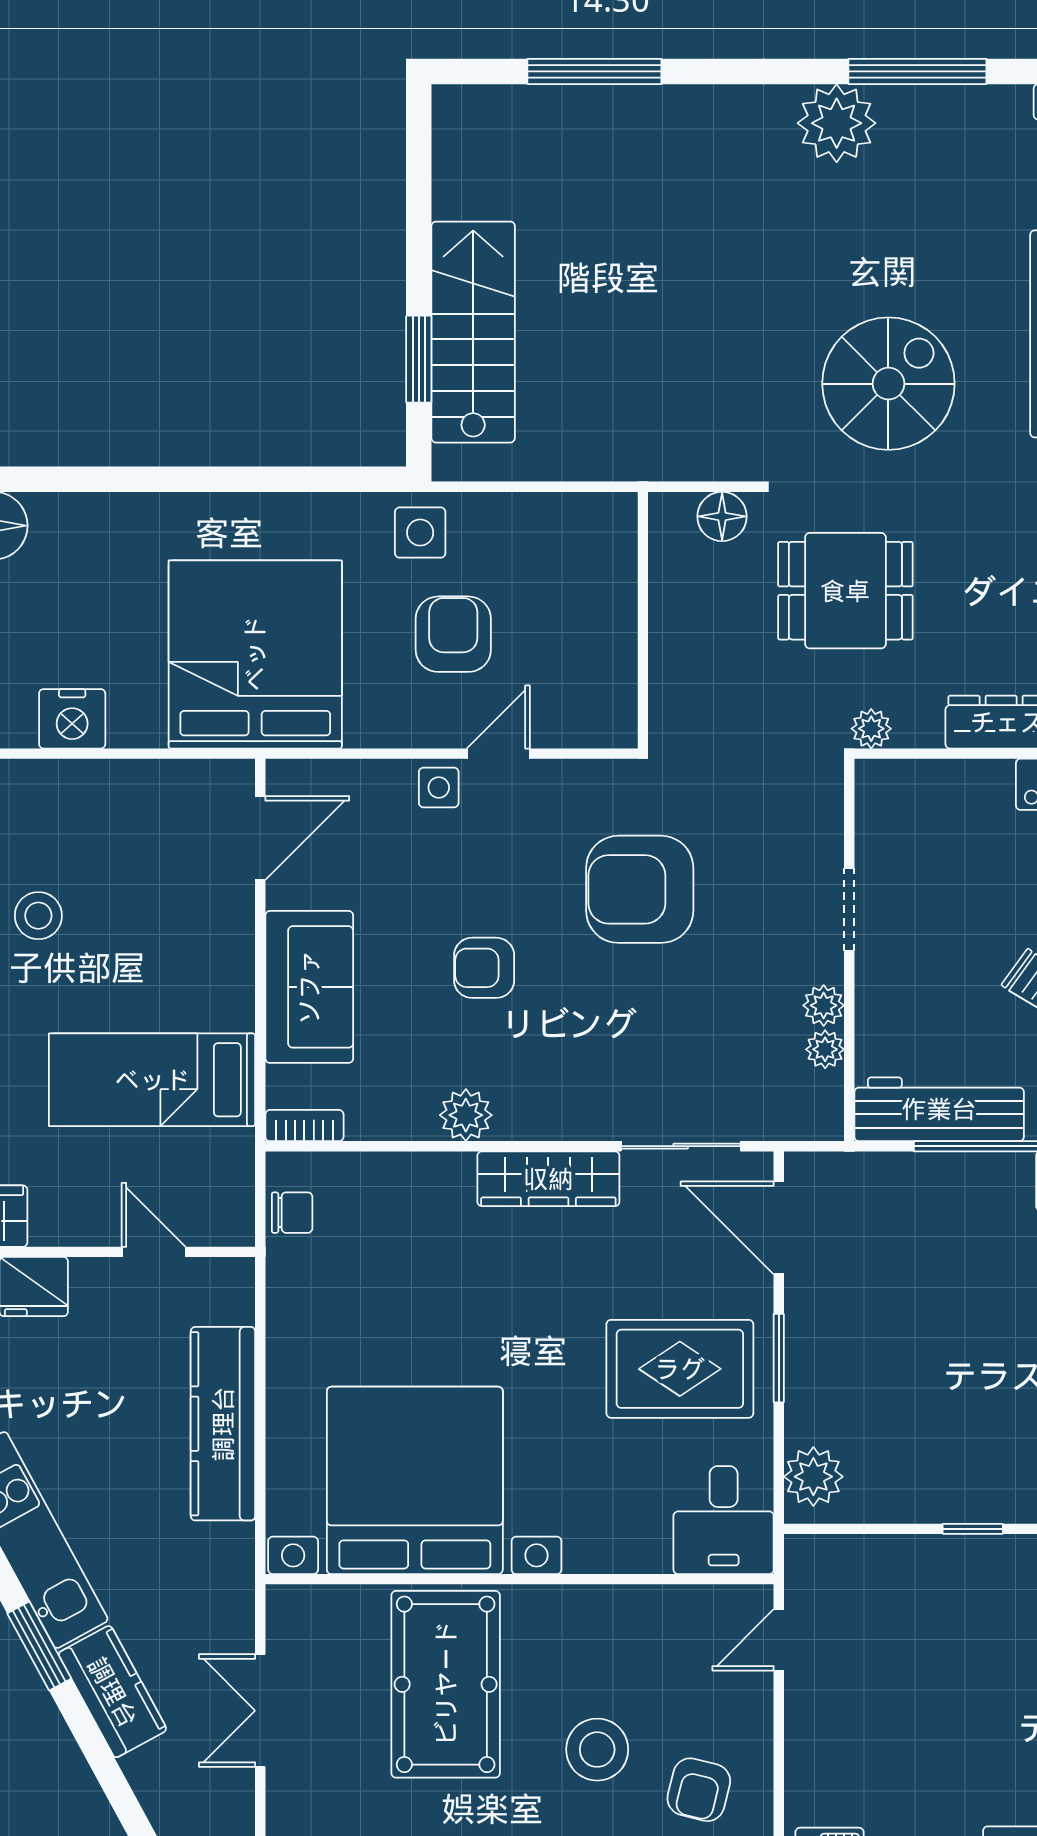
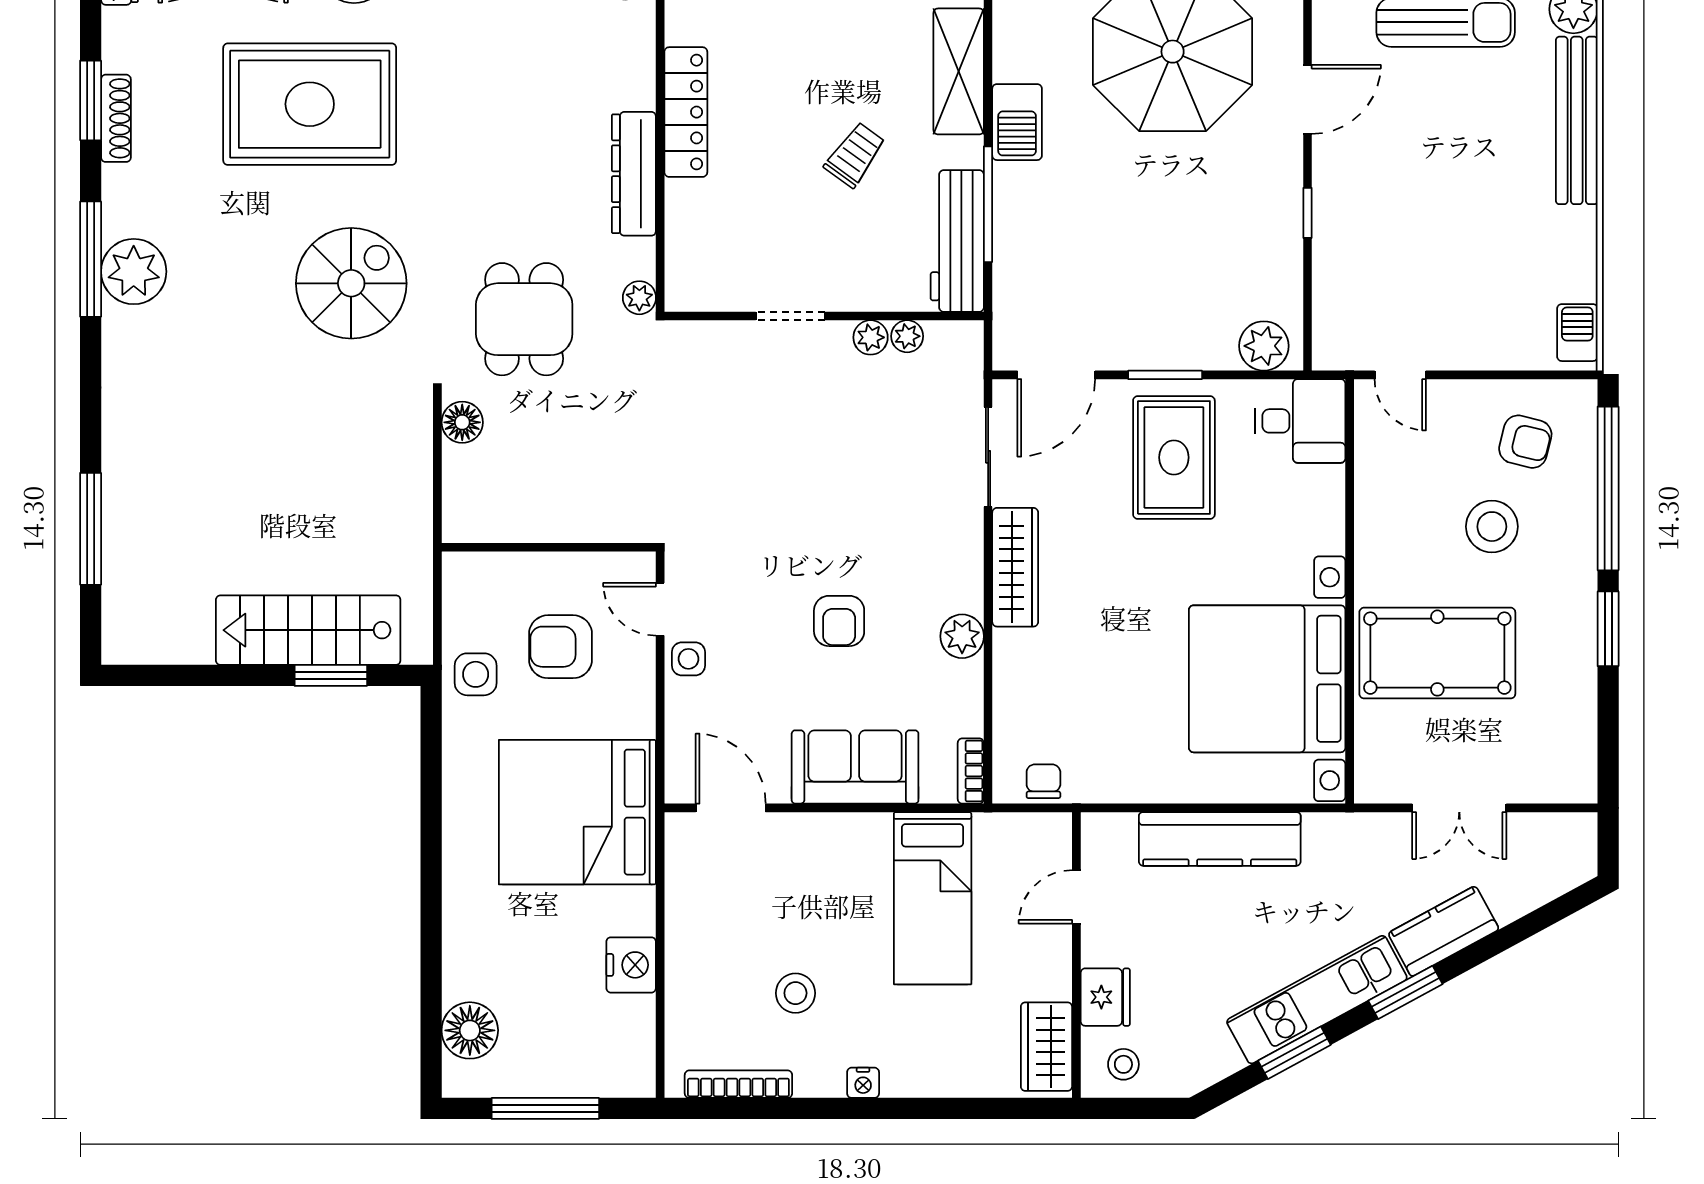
plant: (837, 123) -> (134, 272), moved
spiral stairs: (888, 384) -> (351, 283), turned 90
wall: (643, 620) -> (549, 547), moved
armchair: (640, 889) -> (774, 491), removed

